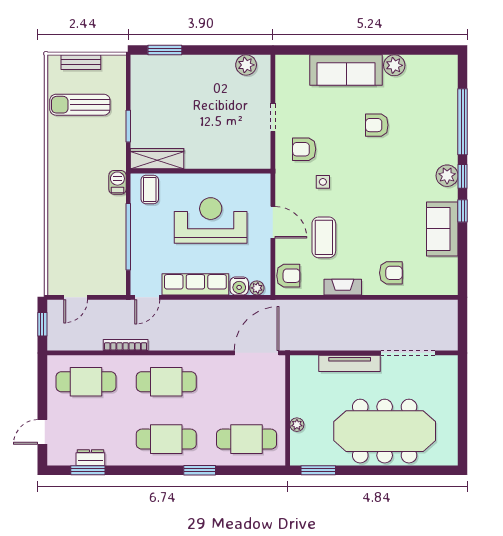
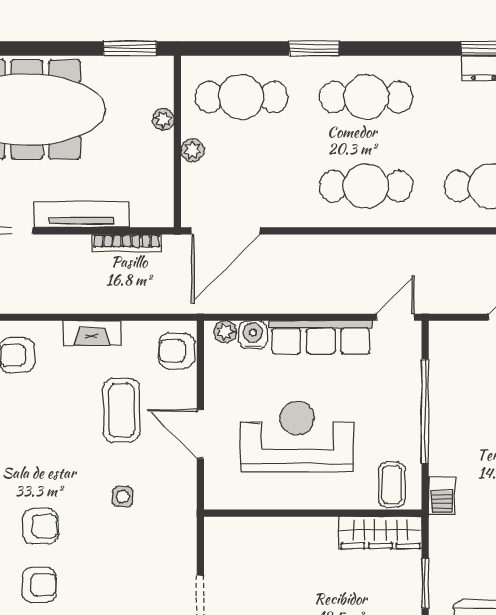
armchair: (304, 149) -> (40, 526), moved
reception desk: (211, 220) -> (297, 437), turned 180
bookcase: (126, 345) -> (127, 243), moved
plant: (278, 405) -> (192, 150), added

